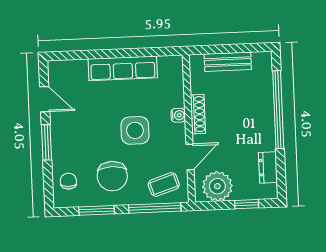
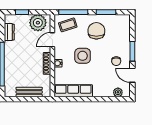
plant: (69, 68) -> (118, 92), added
row of seats: (123, 68) -> (73, 91), moved
chair: (68, 181) -> (116, 61), moved

